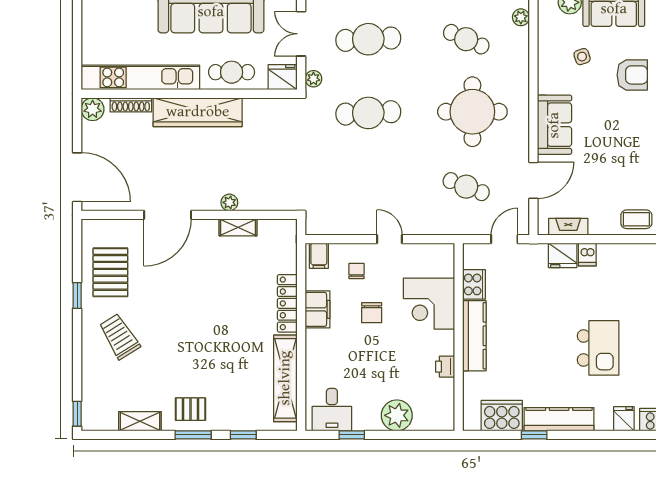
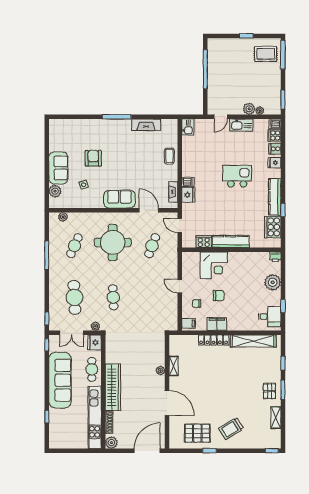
cafe table: (368, 113) -> (113, 297), width x0.73, depth x0.74
door: (389, 239) -> (180, 286), hinge flipped
printer: (445, 367) -> (275, 257), moved

